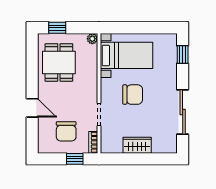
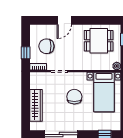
chair: (133, 95) -> (74, 97), turned 180
wardrobe: (137, 145) -> (36, 105), width x1.50

